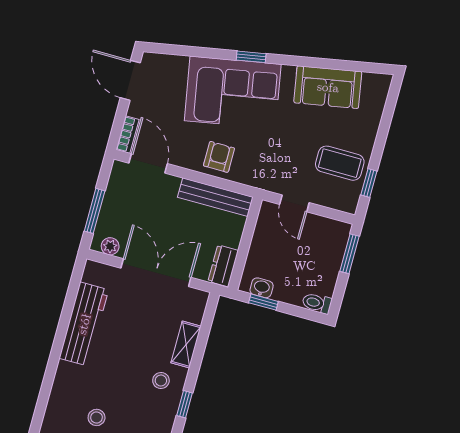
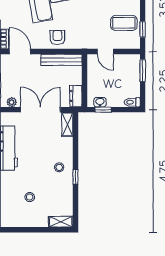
shelving: (186, 344) -> (67, 124), moved

